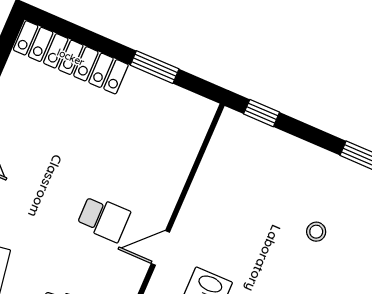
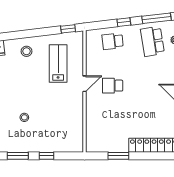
window: (262, 113) -> (46, 156), moved

